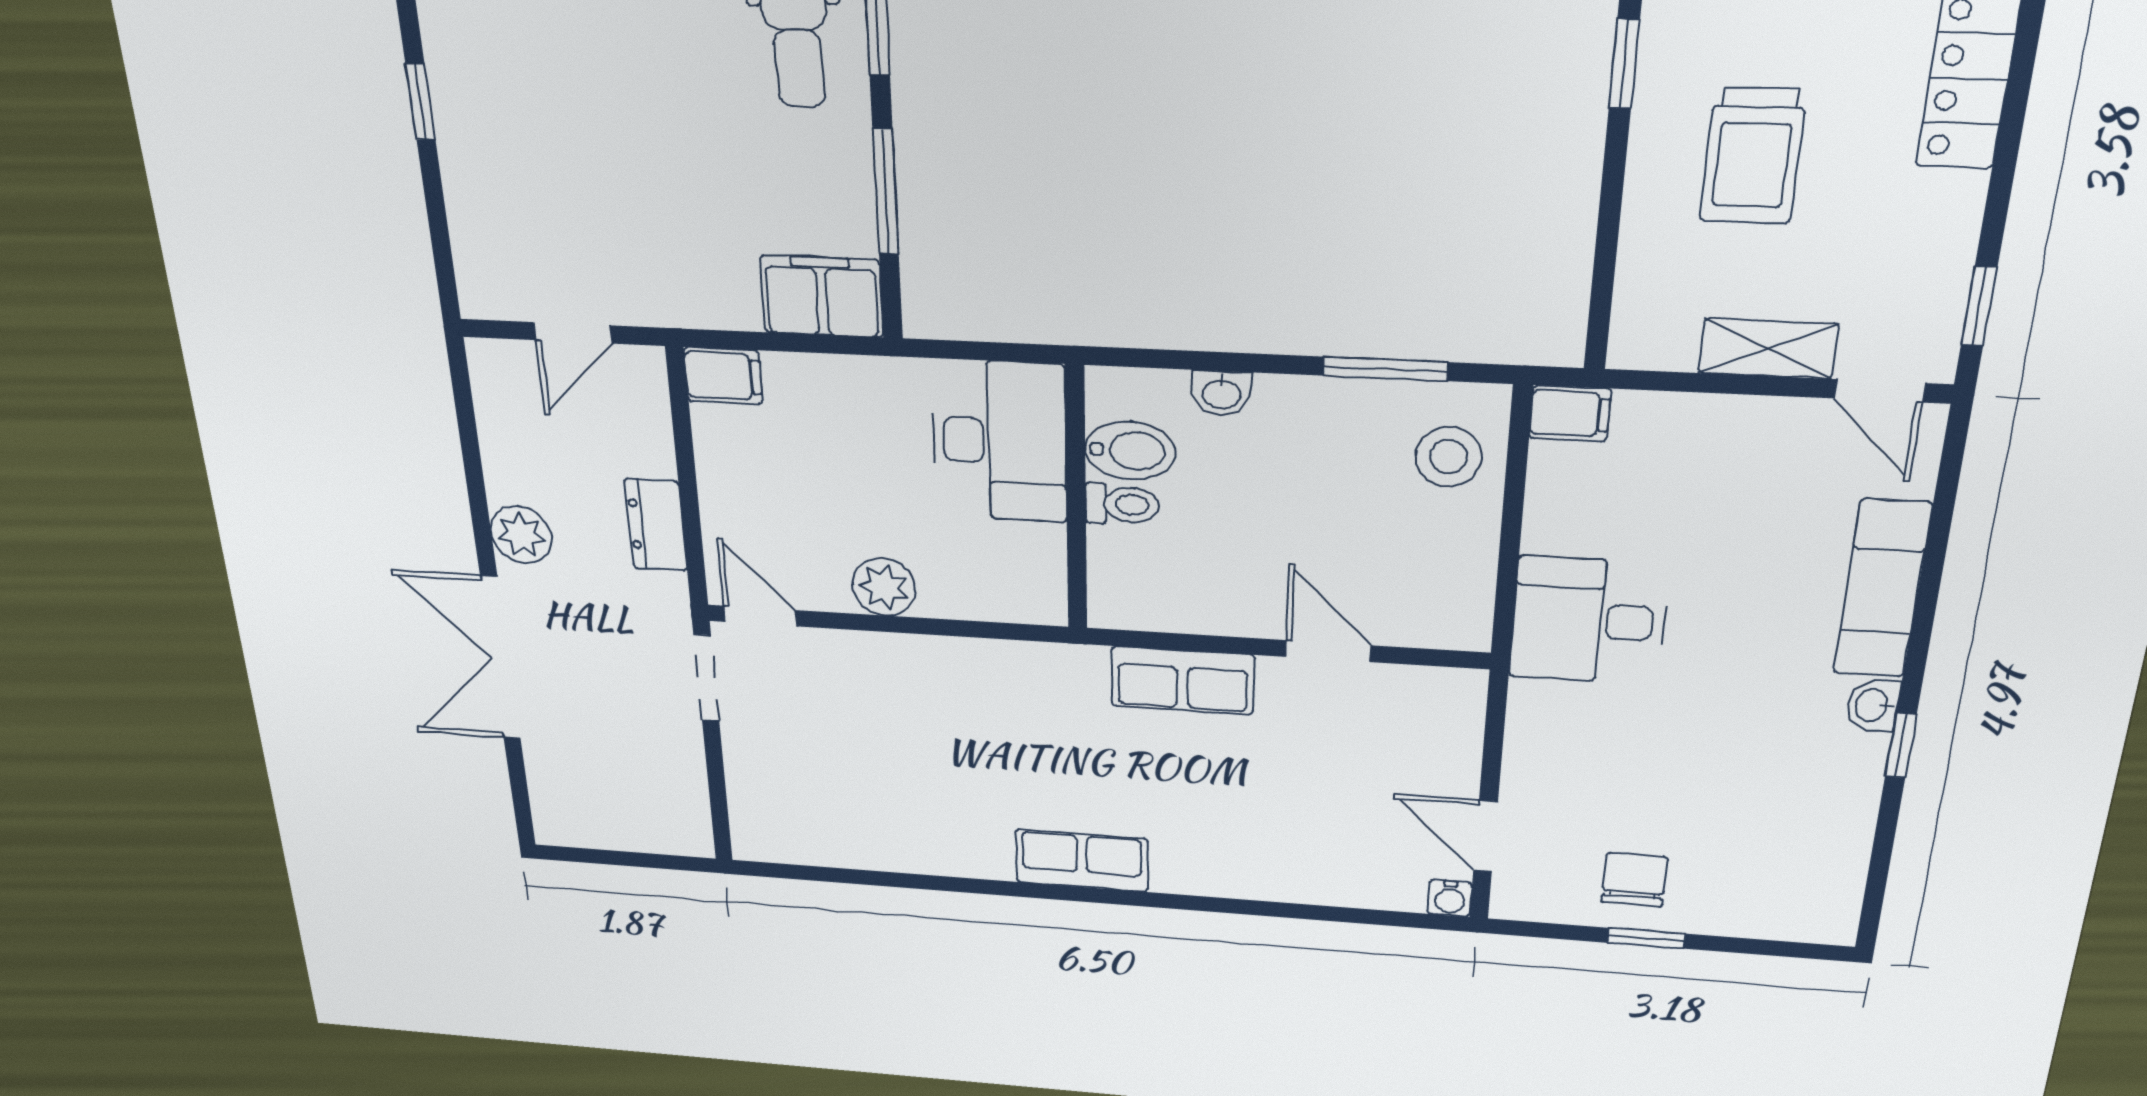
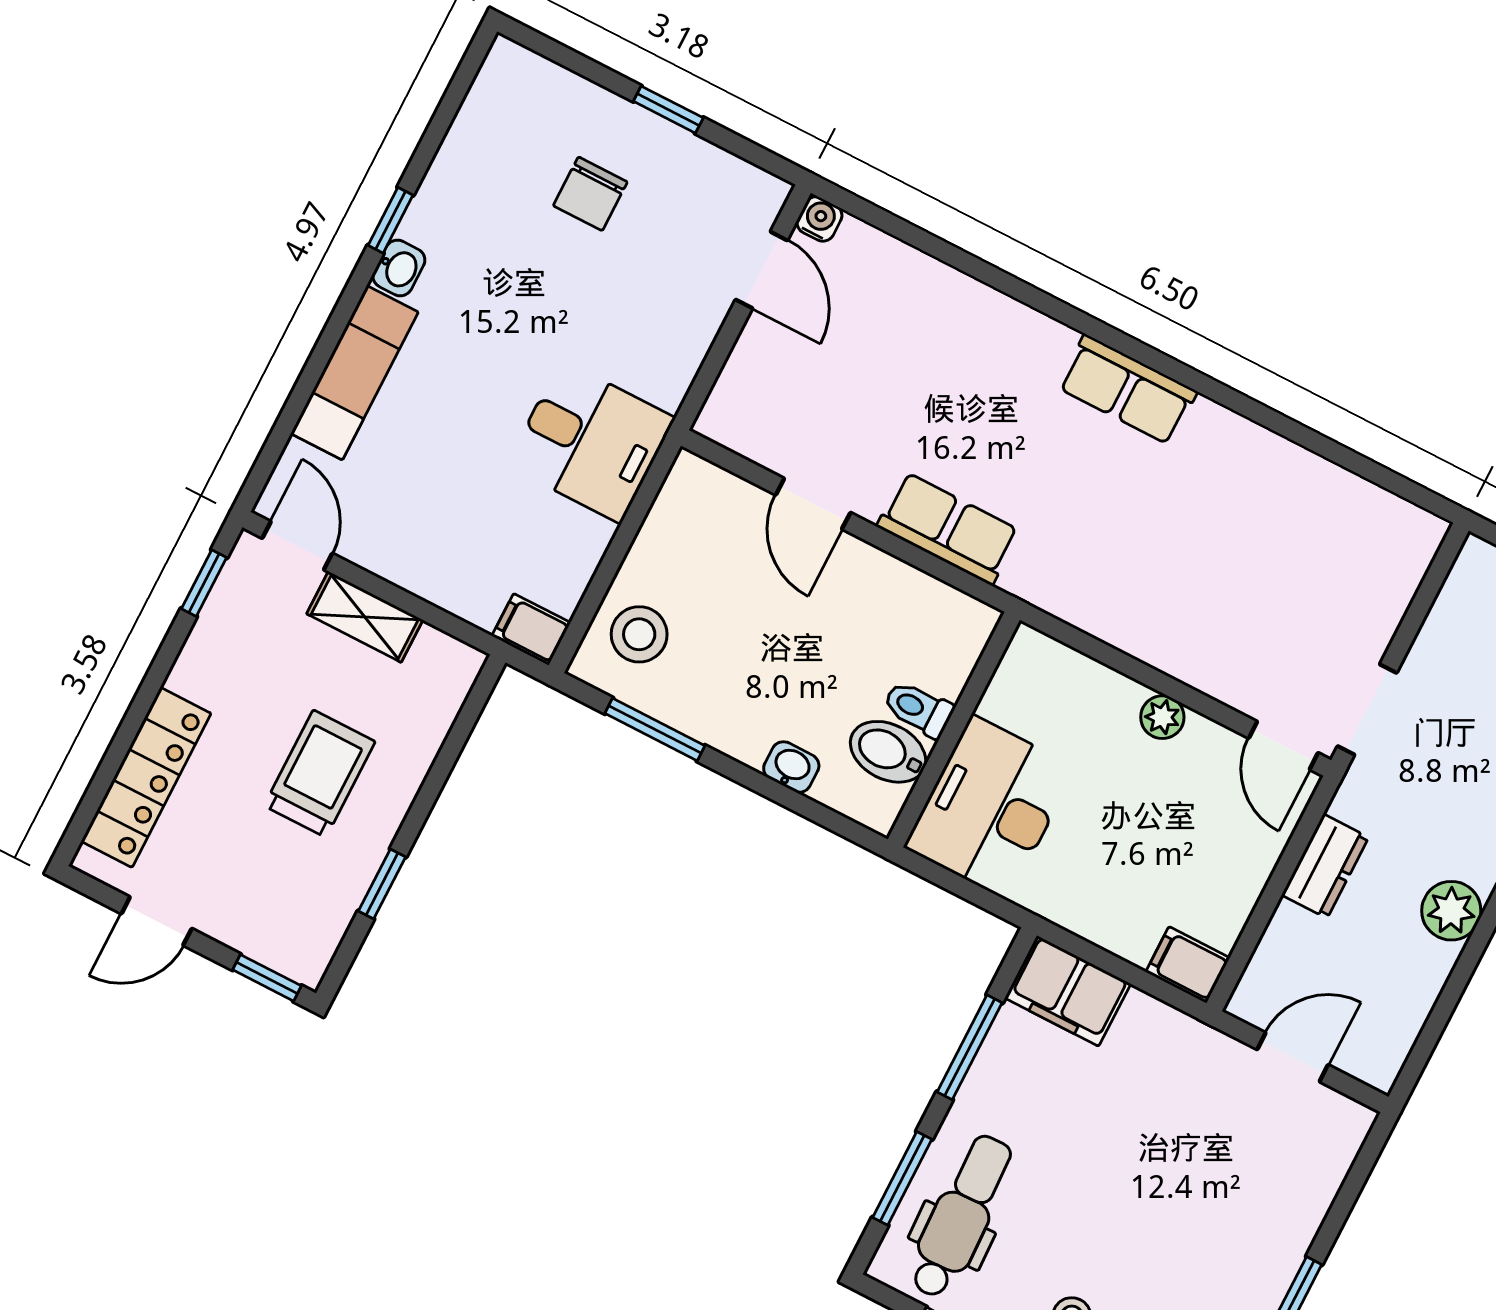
plant: (884, 587) -> (1162, 717), width x0.73, depth x0.73
chair: (1634, 880) -> (590, 194), moved

